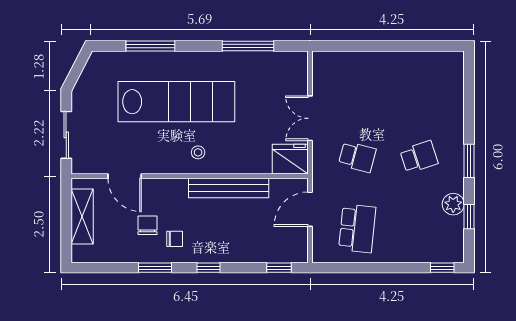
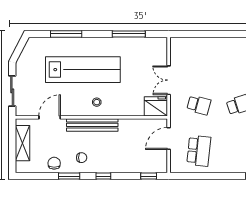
door: (125, 176) -> (50, 117), swing flipped
bench: (229, 188) -> (92, 125), moved
chair: (148, 225) -> (54, 163), moved

